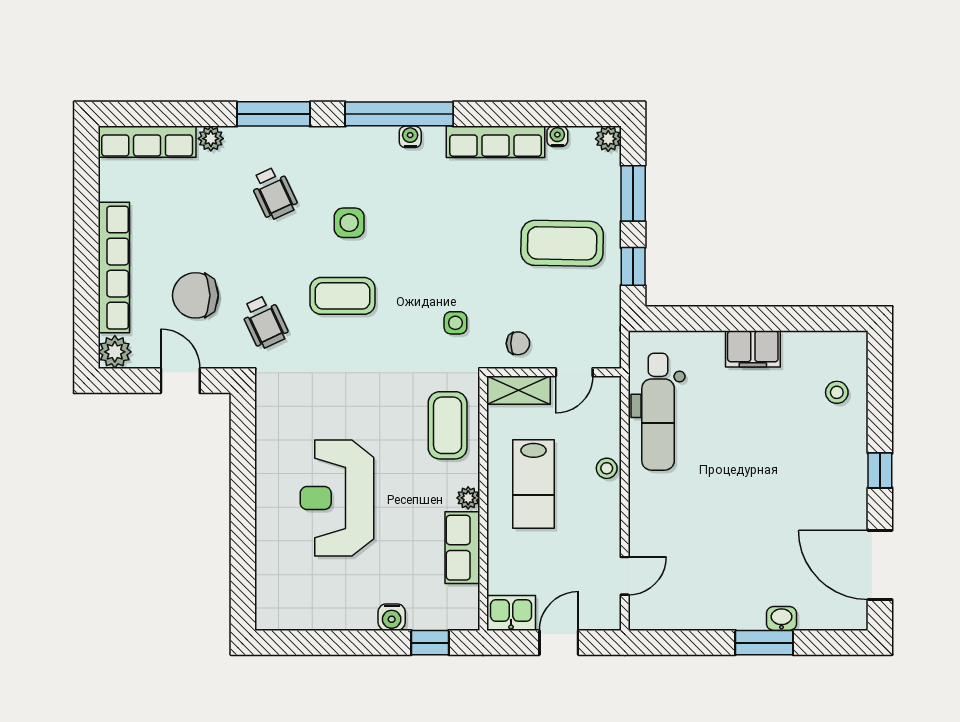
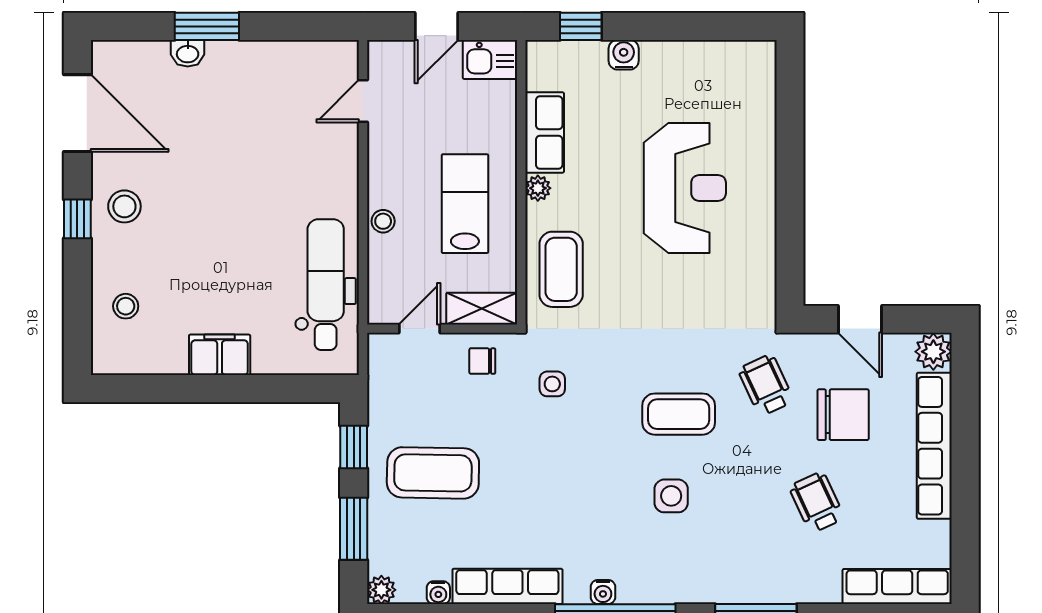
plant: (211, 139) -> (826, 590), removed
wheelchair: (274, 193) -> (817, 502), moved
stool: (838, 482) -> (124, 206), added

